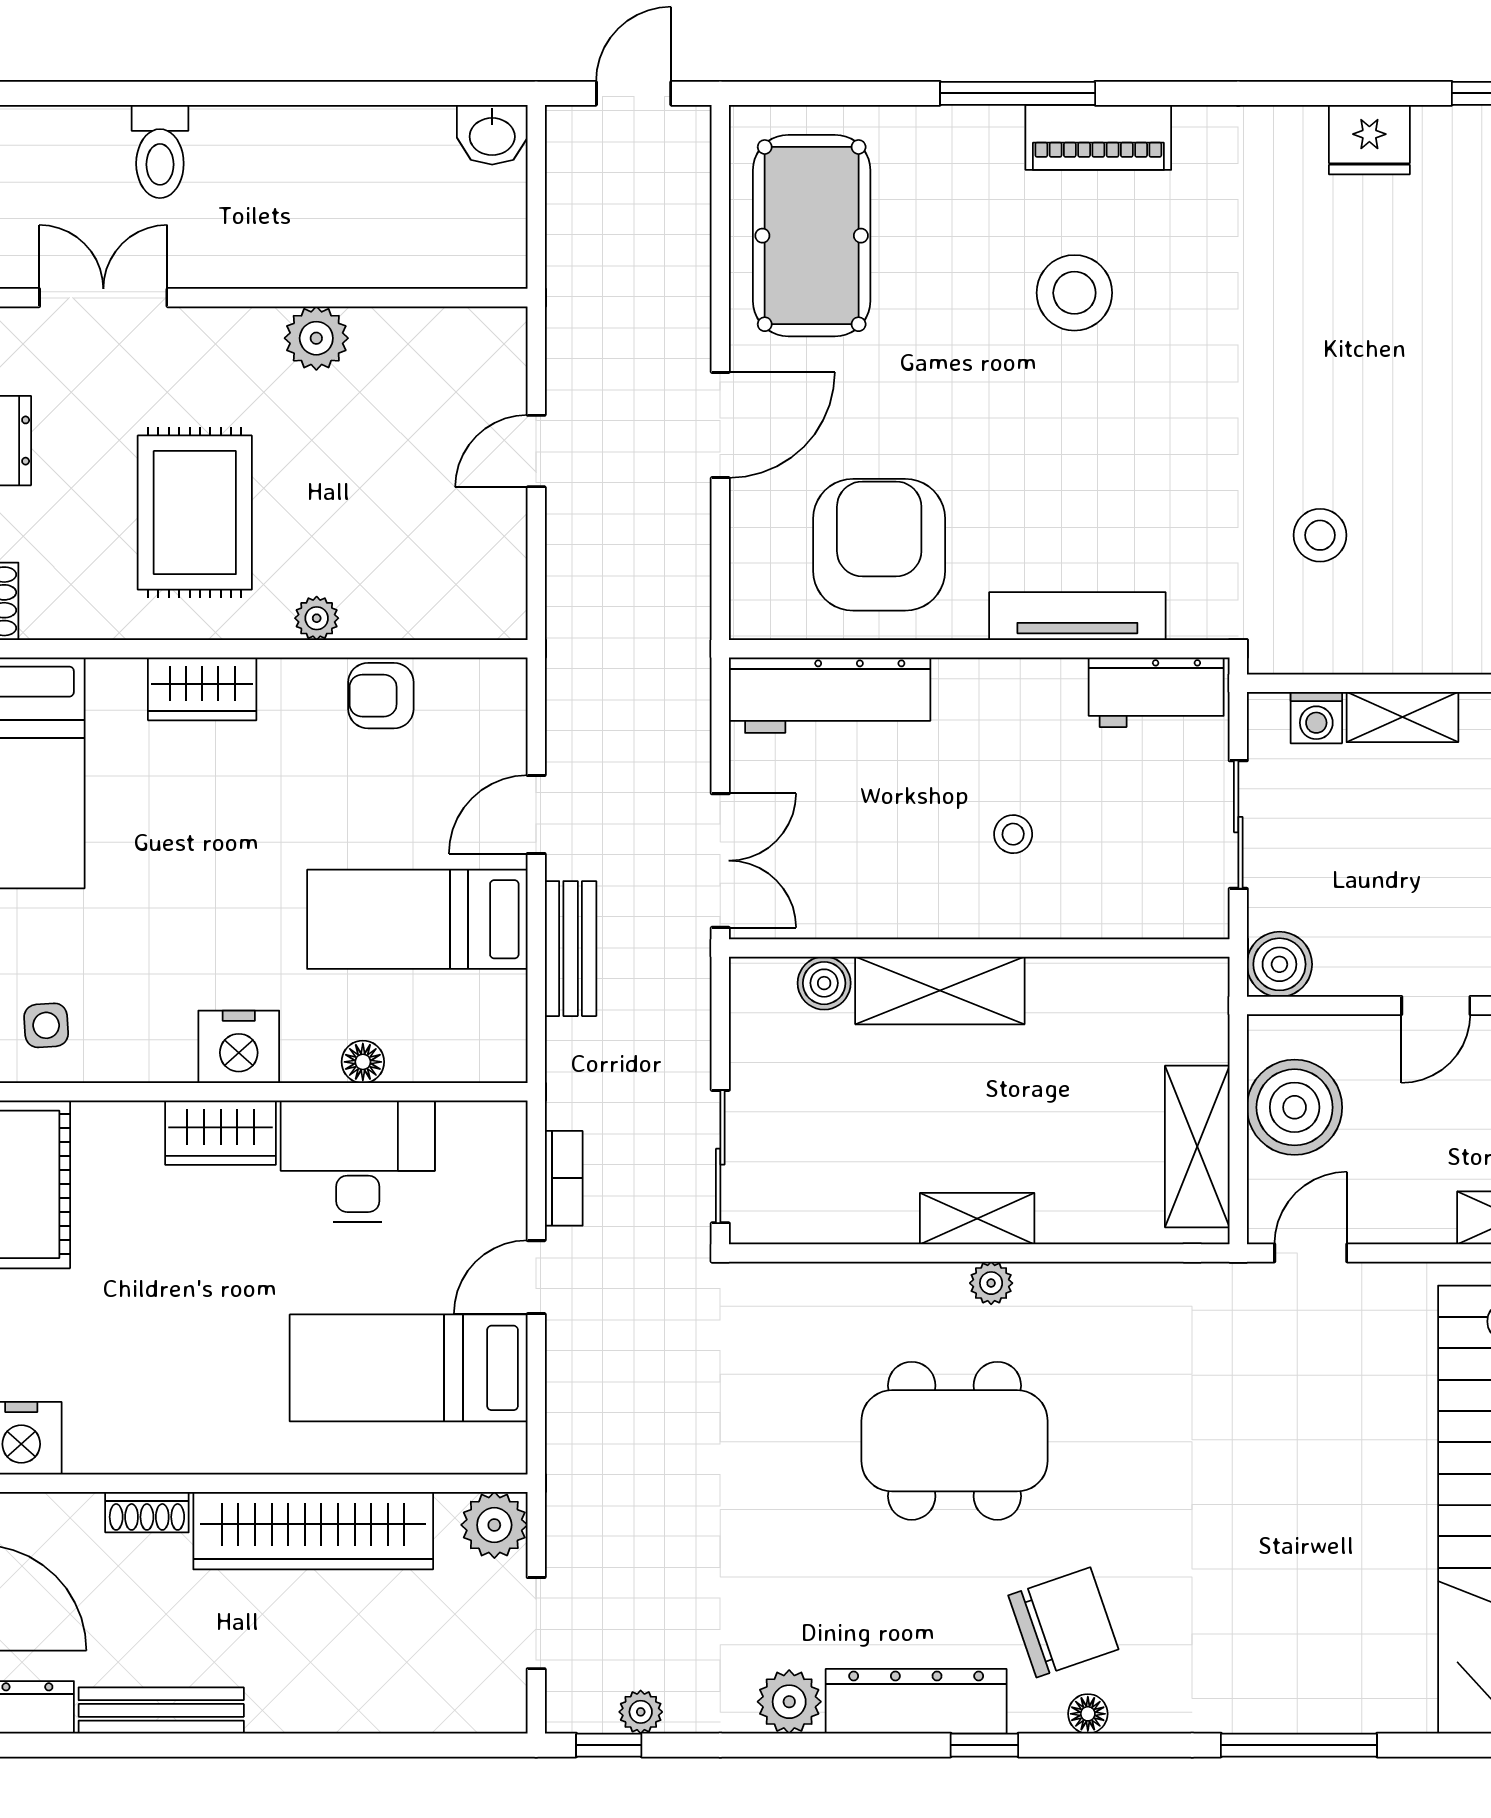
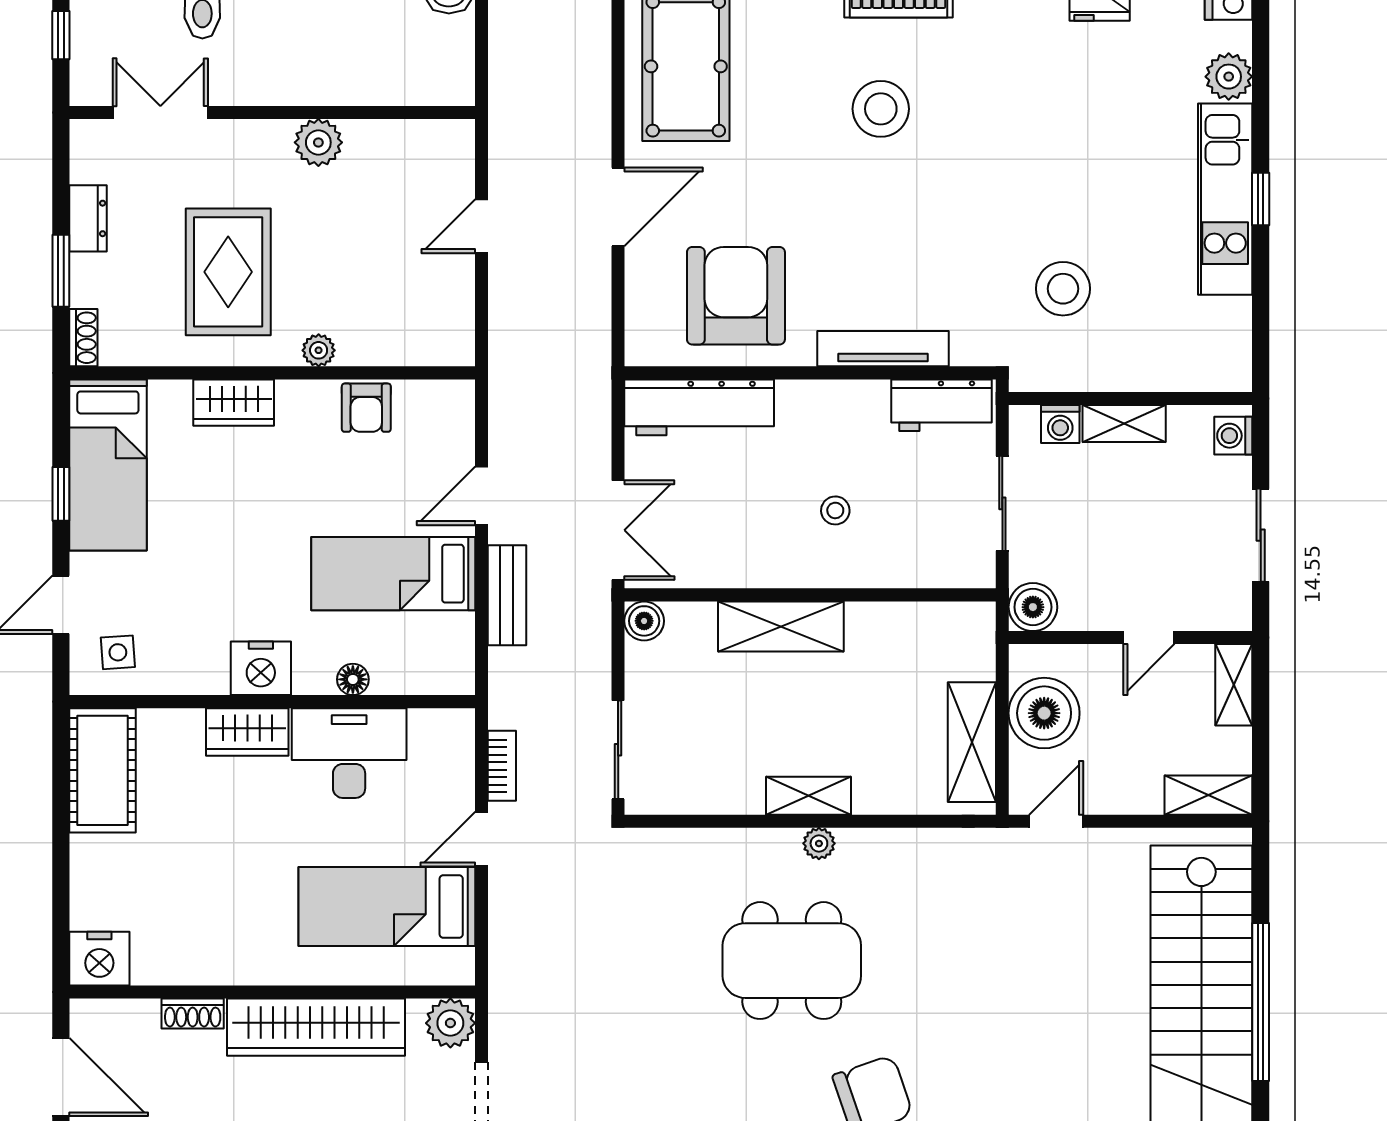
stool: (1320, 535) -> (1063, 289), width x1.38, depth x1.38
armchair: (381, 696) -> (366, 408), turned -90
boiler: (824, 983) -> (644, 621), moved

